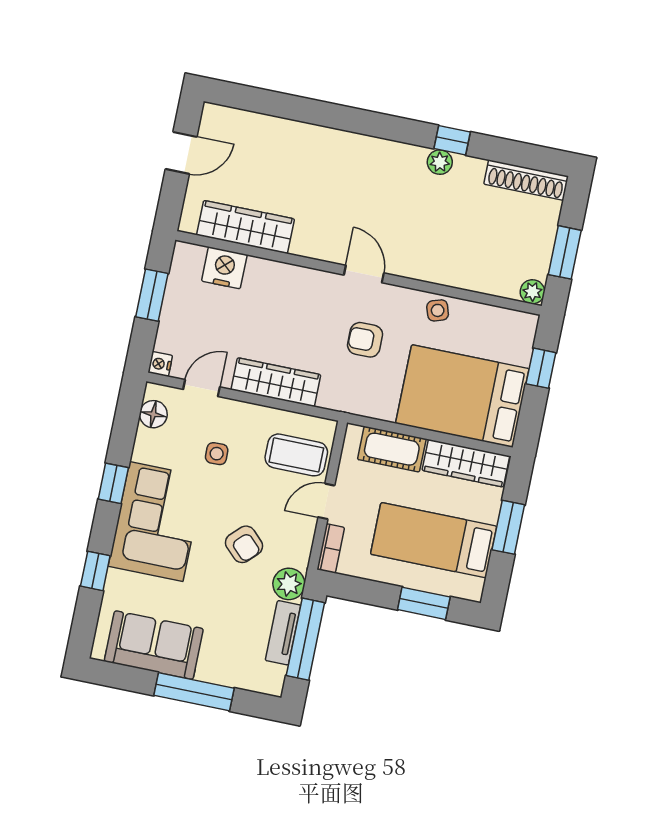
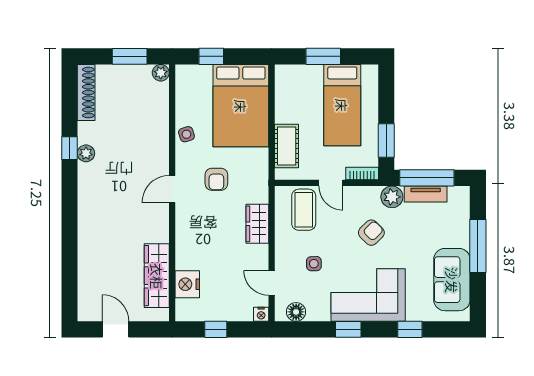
window: (152, 295) -> (216, 329), width x0.67
wardrobe: (276, 382) -> (257, 224), width x0.67
wardrobe: (466, 463) -> (286, 94), removed
window: (424, 603) -> (386, 141), moved

